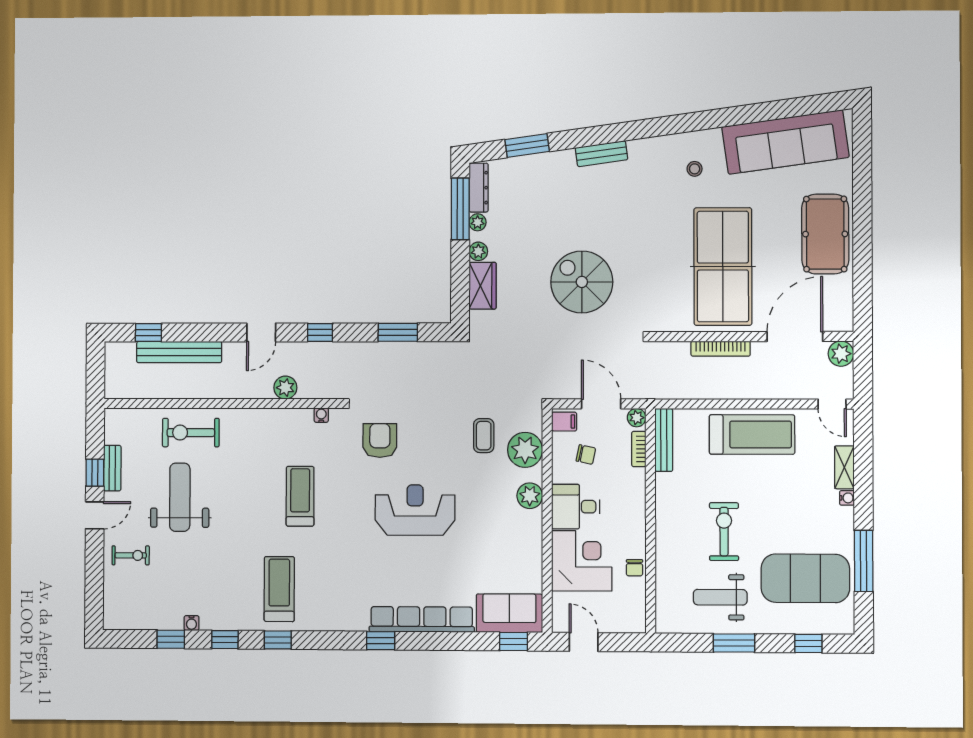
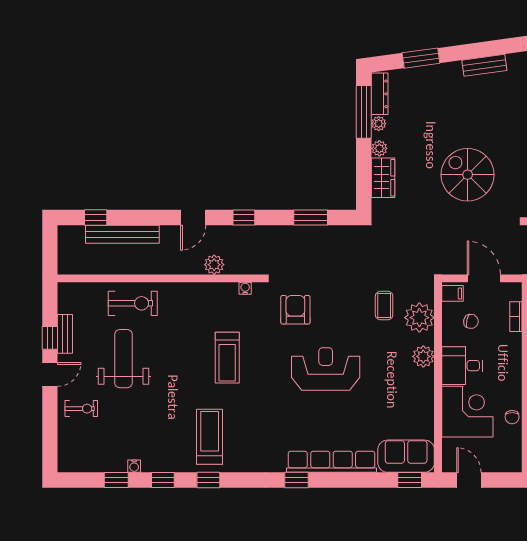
plant: (637, 418) -> (514, 290), removed
exercise bike: (191, 433) -> (133, 303), turned 180
treadmill: (300, 496) -> (227, 358), turned 180

